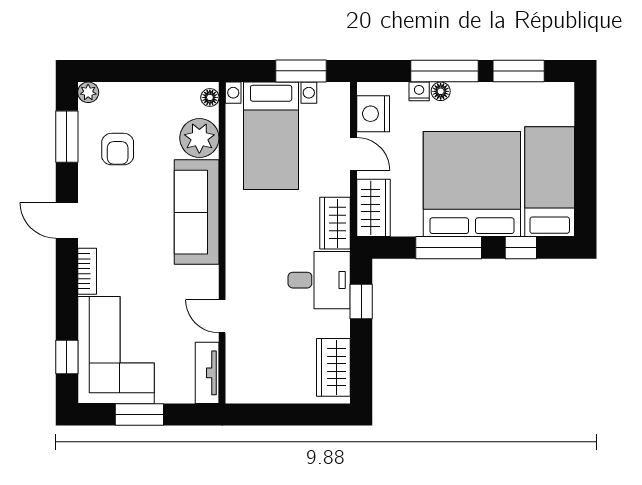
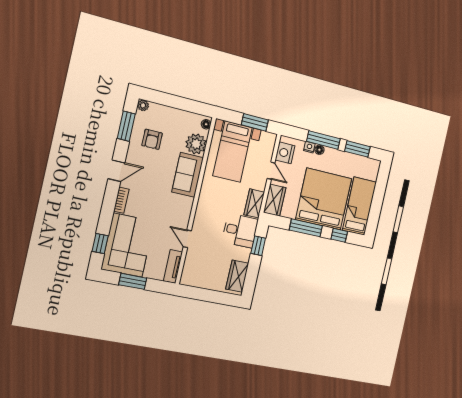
sofa: (197, 212) -> (188, 175), width x0.73
door: (67, 220) -> (116, 171), swing flipped

